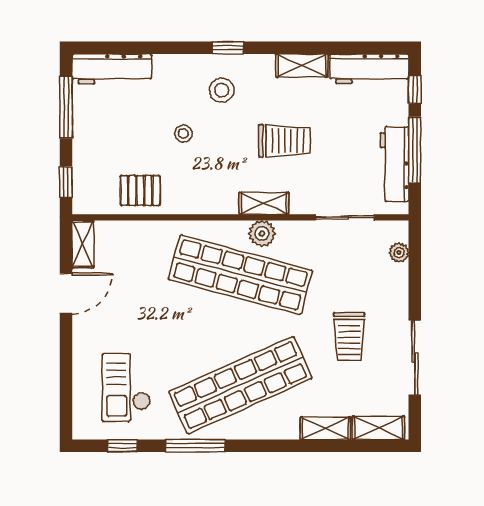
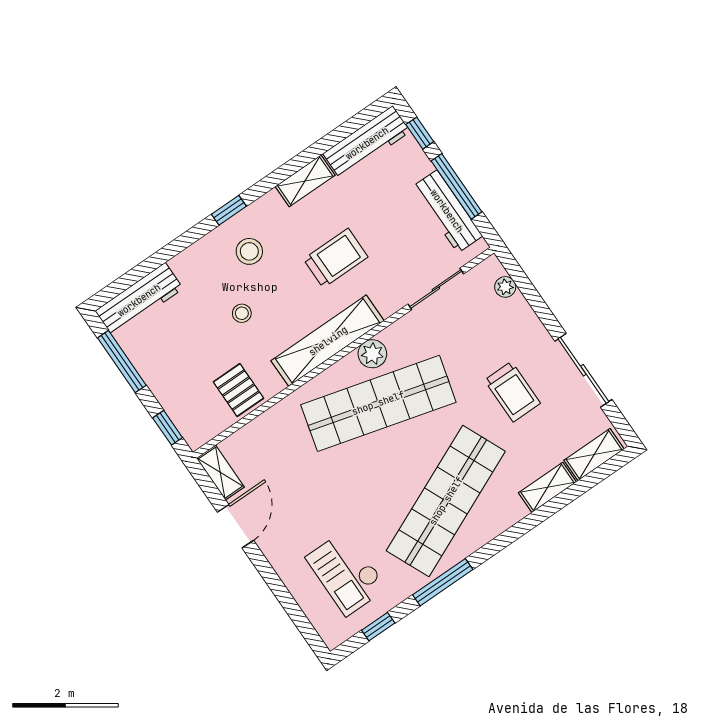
pallet: (140, 191) -> (238, 390), turned 90
shelving: (264, 203) -> (328, 341), width x2.20, depth x1.33

